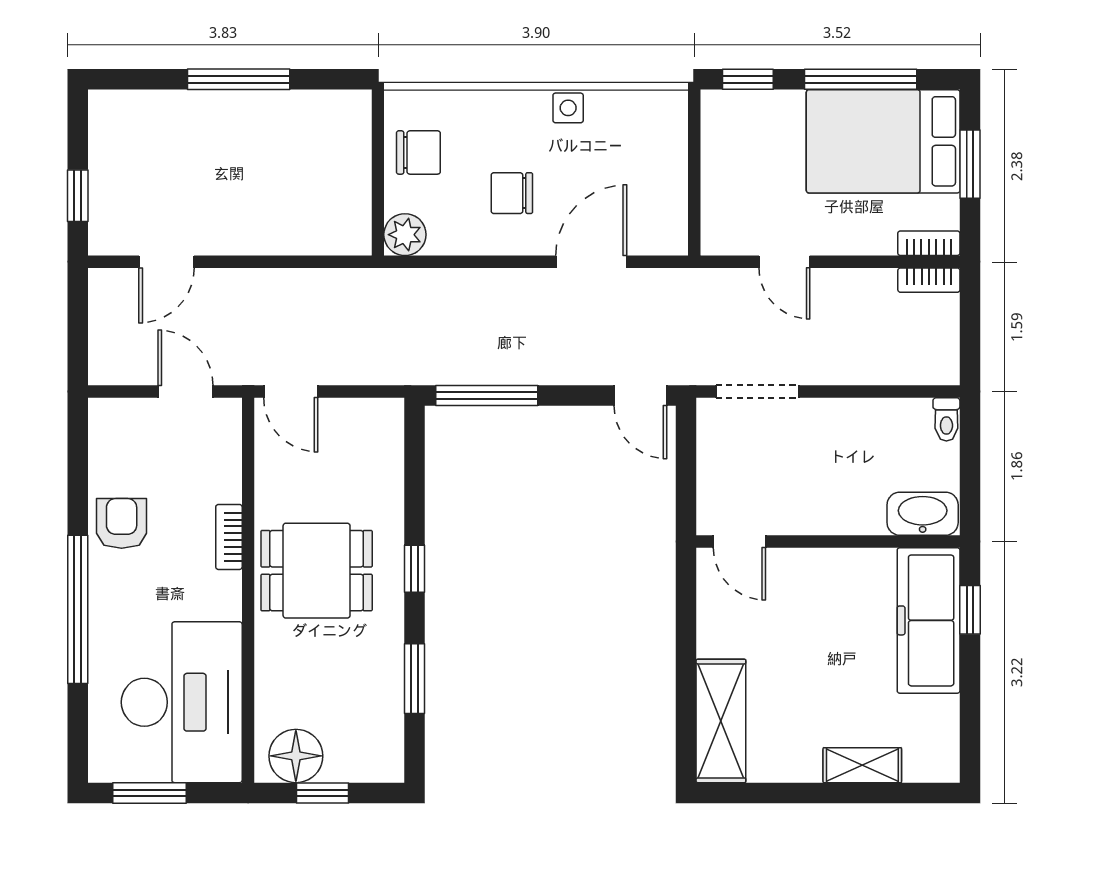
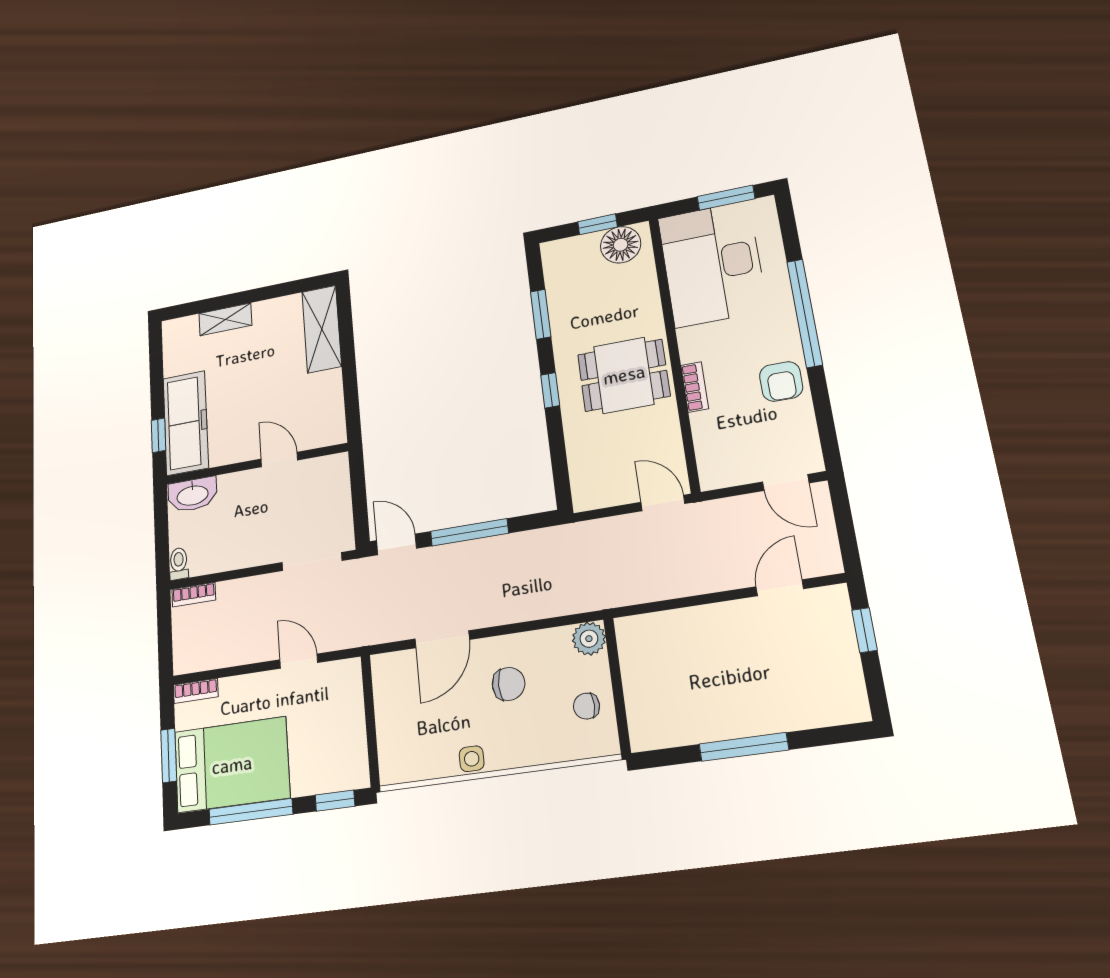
chair: (418, 152) -> (586, 706), width x0.73, depth x0.73
bookcase: (929, 280) -> (194, 595), moved, turned 180
door: (185, 391) -> (786, 482), moved
window: (487, 396) -> (469, 532), moved
door: (739, 541) -> (279, 460), moved

